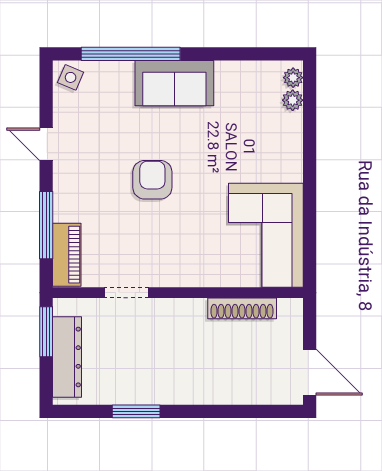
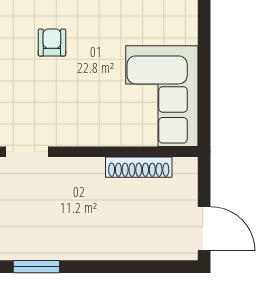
armchair: (152, 180) -> (52, 42), width x0.72, depth x0.72

